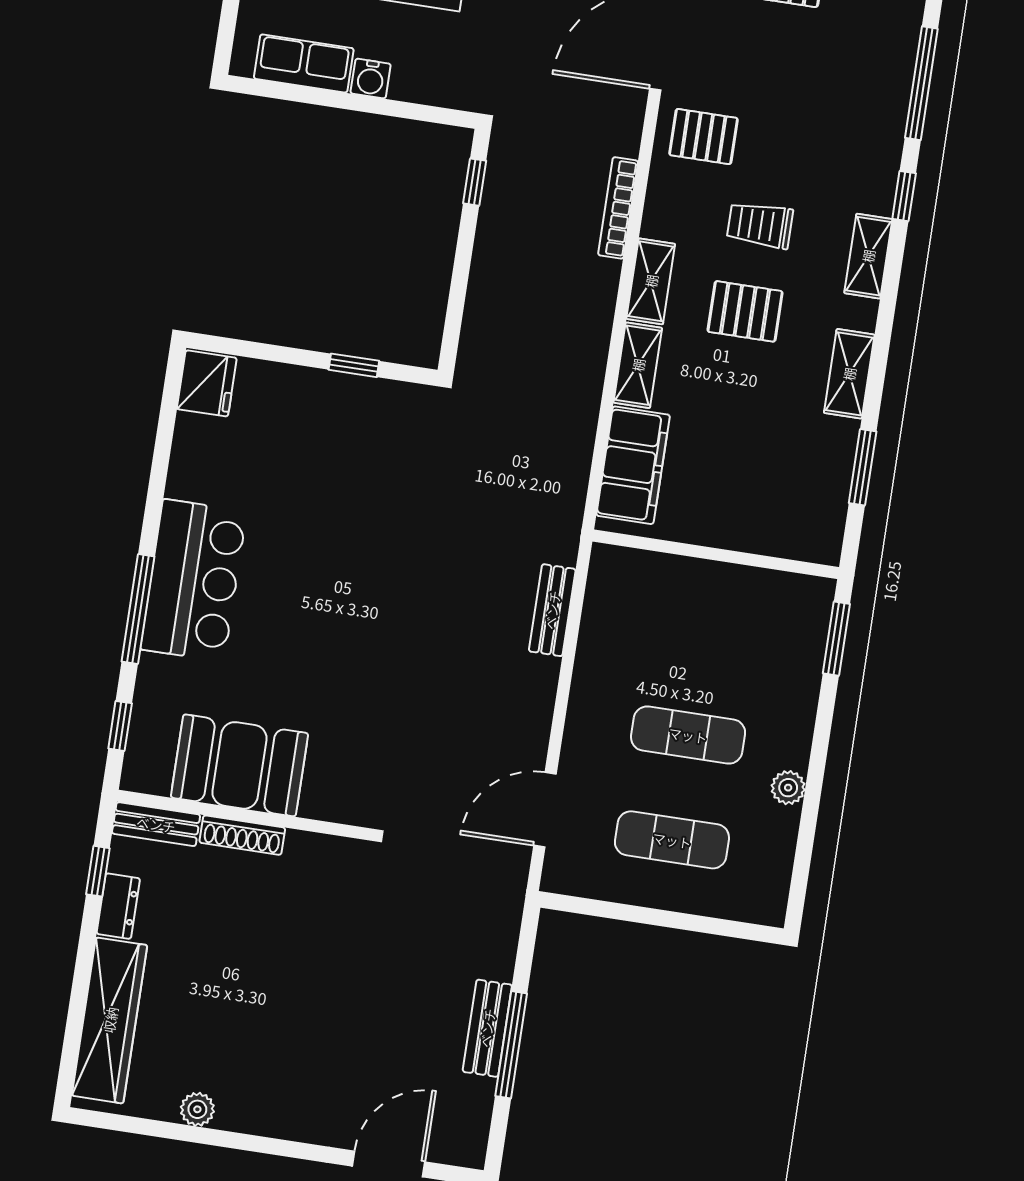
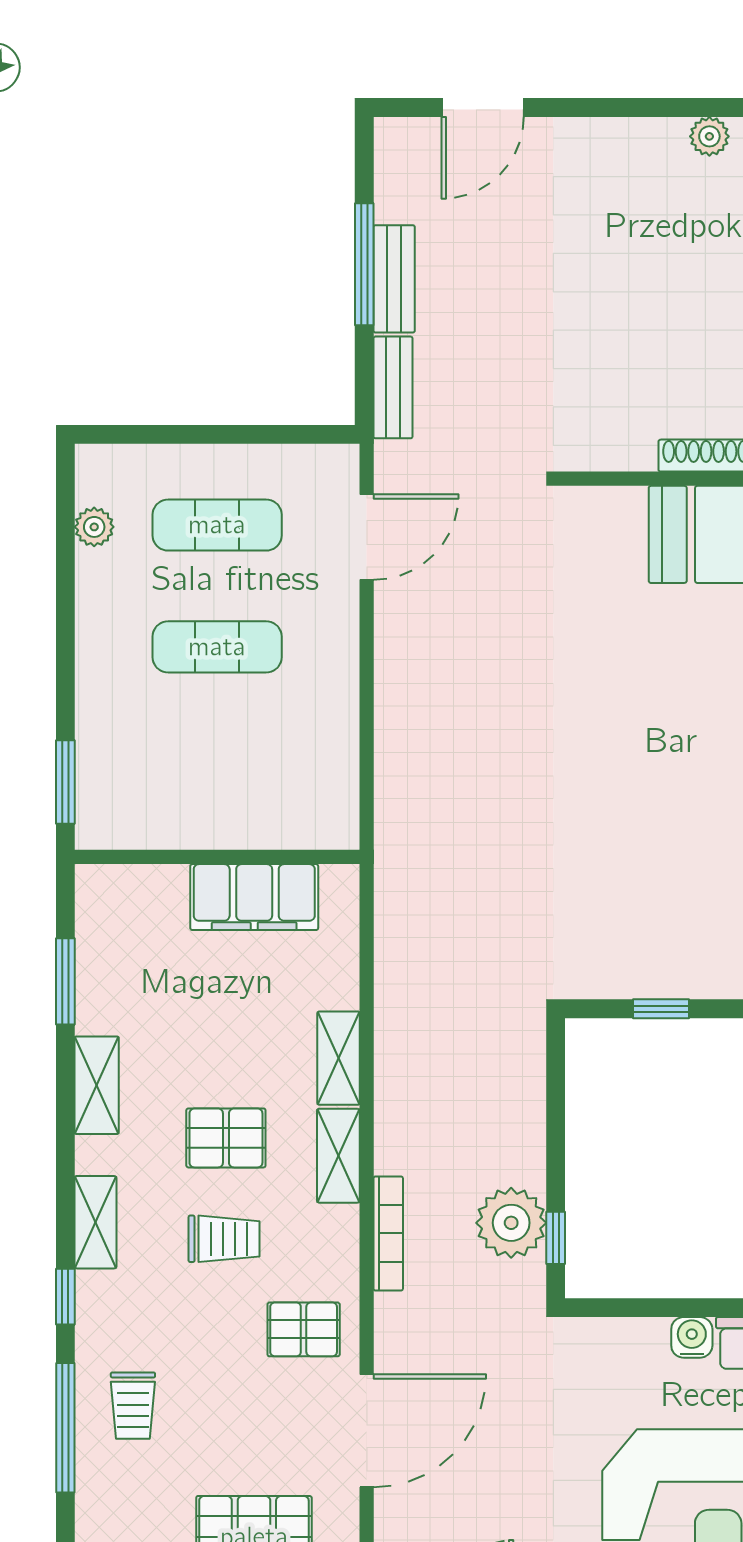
trolley: (860, 93) -> (133, 1406), added
plant: (511, 201) -> (511, 1223), added
filing cabinet: (633, 465) -> (254, 897), moved, turned -90
bench: (552, 610) -> (393, 387), moved
plant: (788, 788) -> (94, 527), moved

